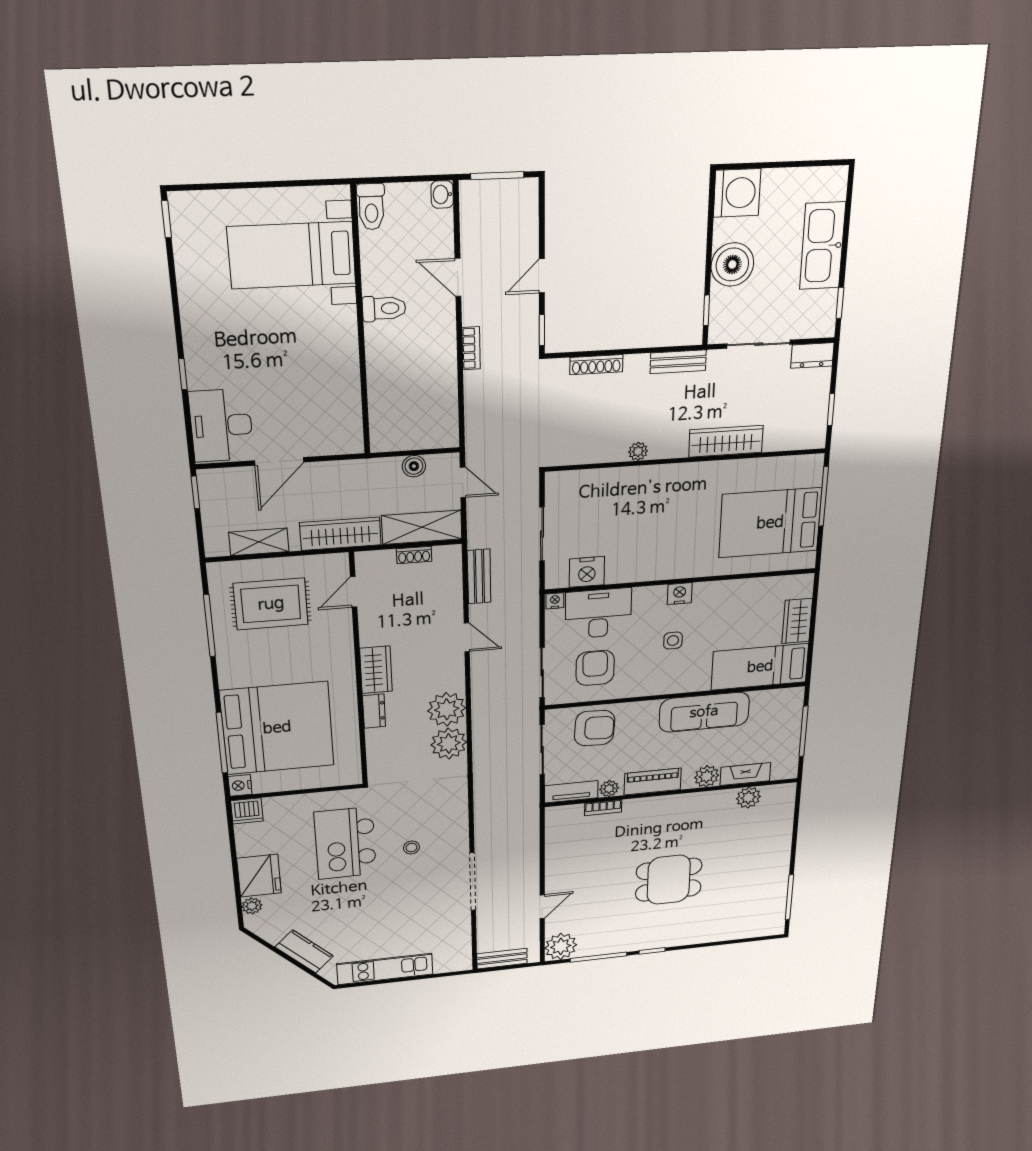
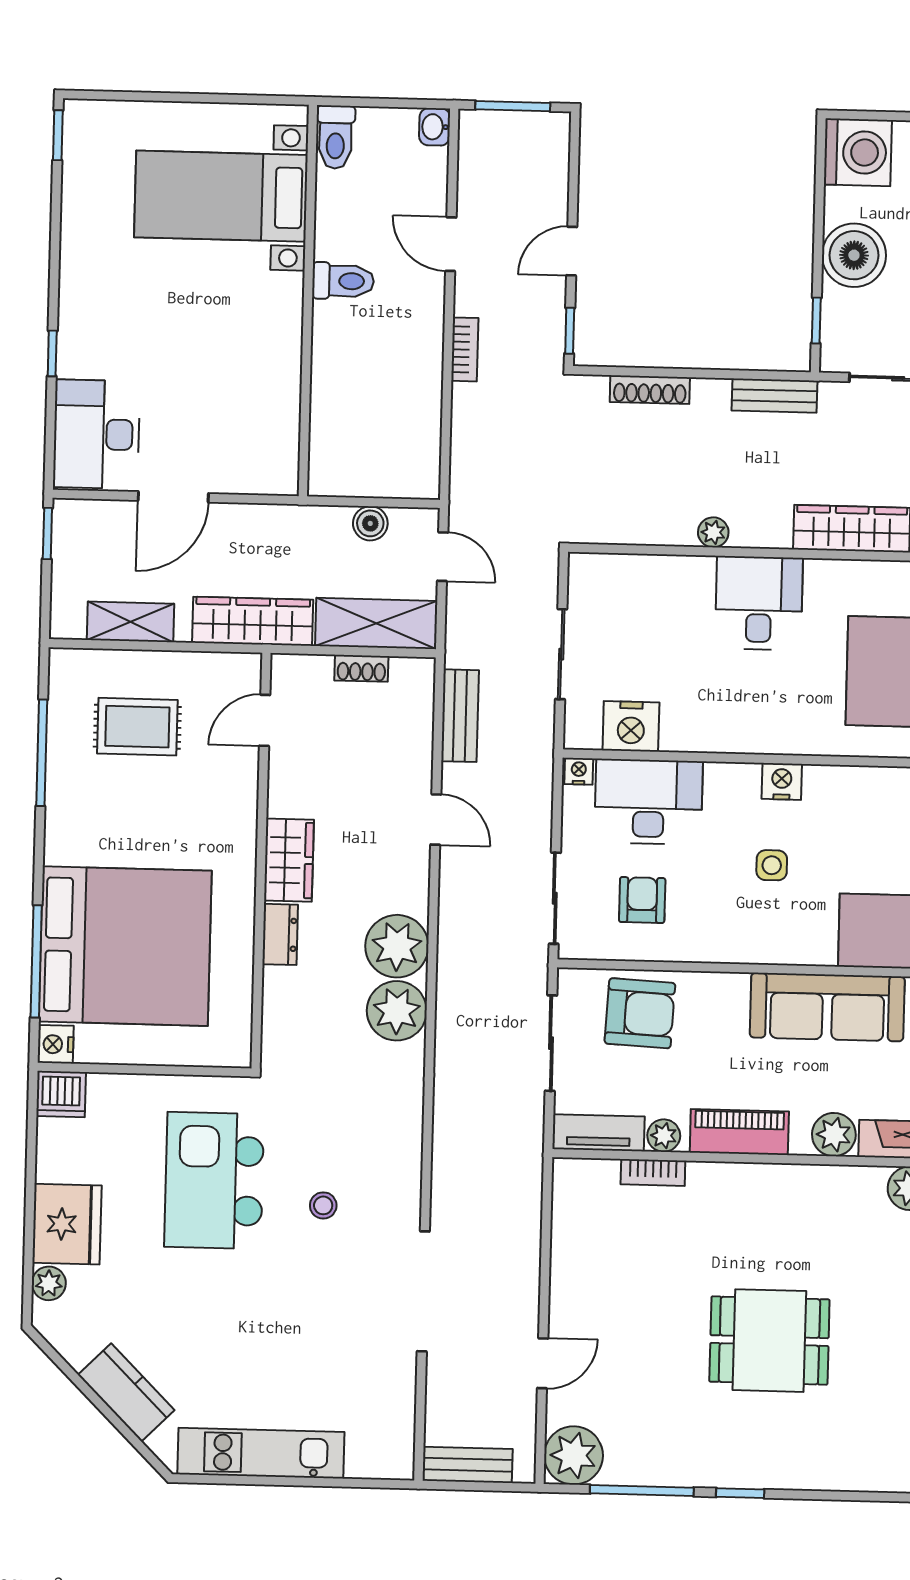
desk: (667, 492) -> (759, 603), added
rug: (271, 604) -> (137, 727), width x0.73, depth x0.70
armchair: (595, 668) -> (642, 900), width x0.72, depth x0.72

